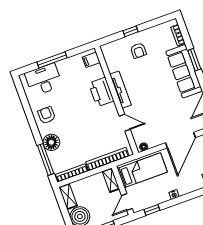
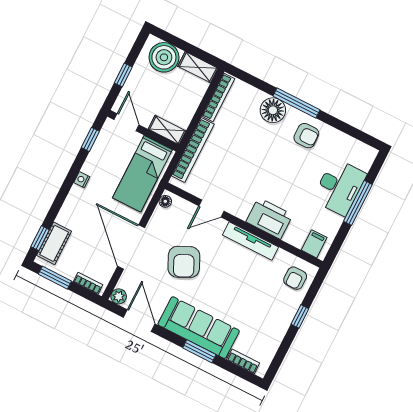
armchair: (138, 51) -> (295, 278), moved, turned -90
desk: (44, 80) -> (339, 187), moved
armchair: (162, 109) -> (184, 262), added
window: (46, 159) -> (296, 103), moved

